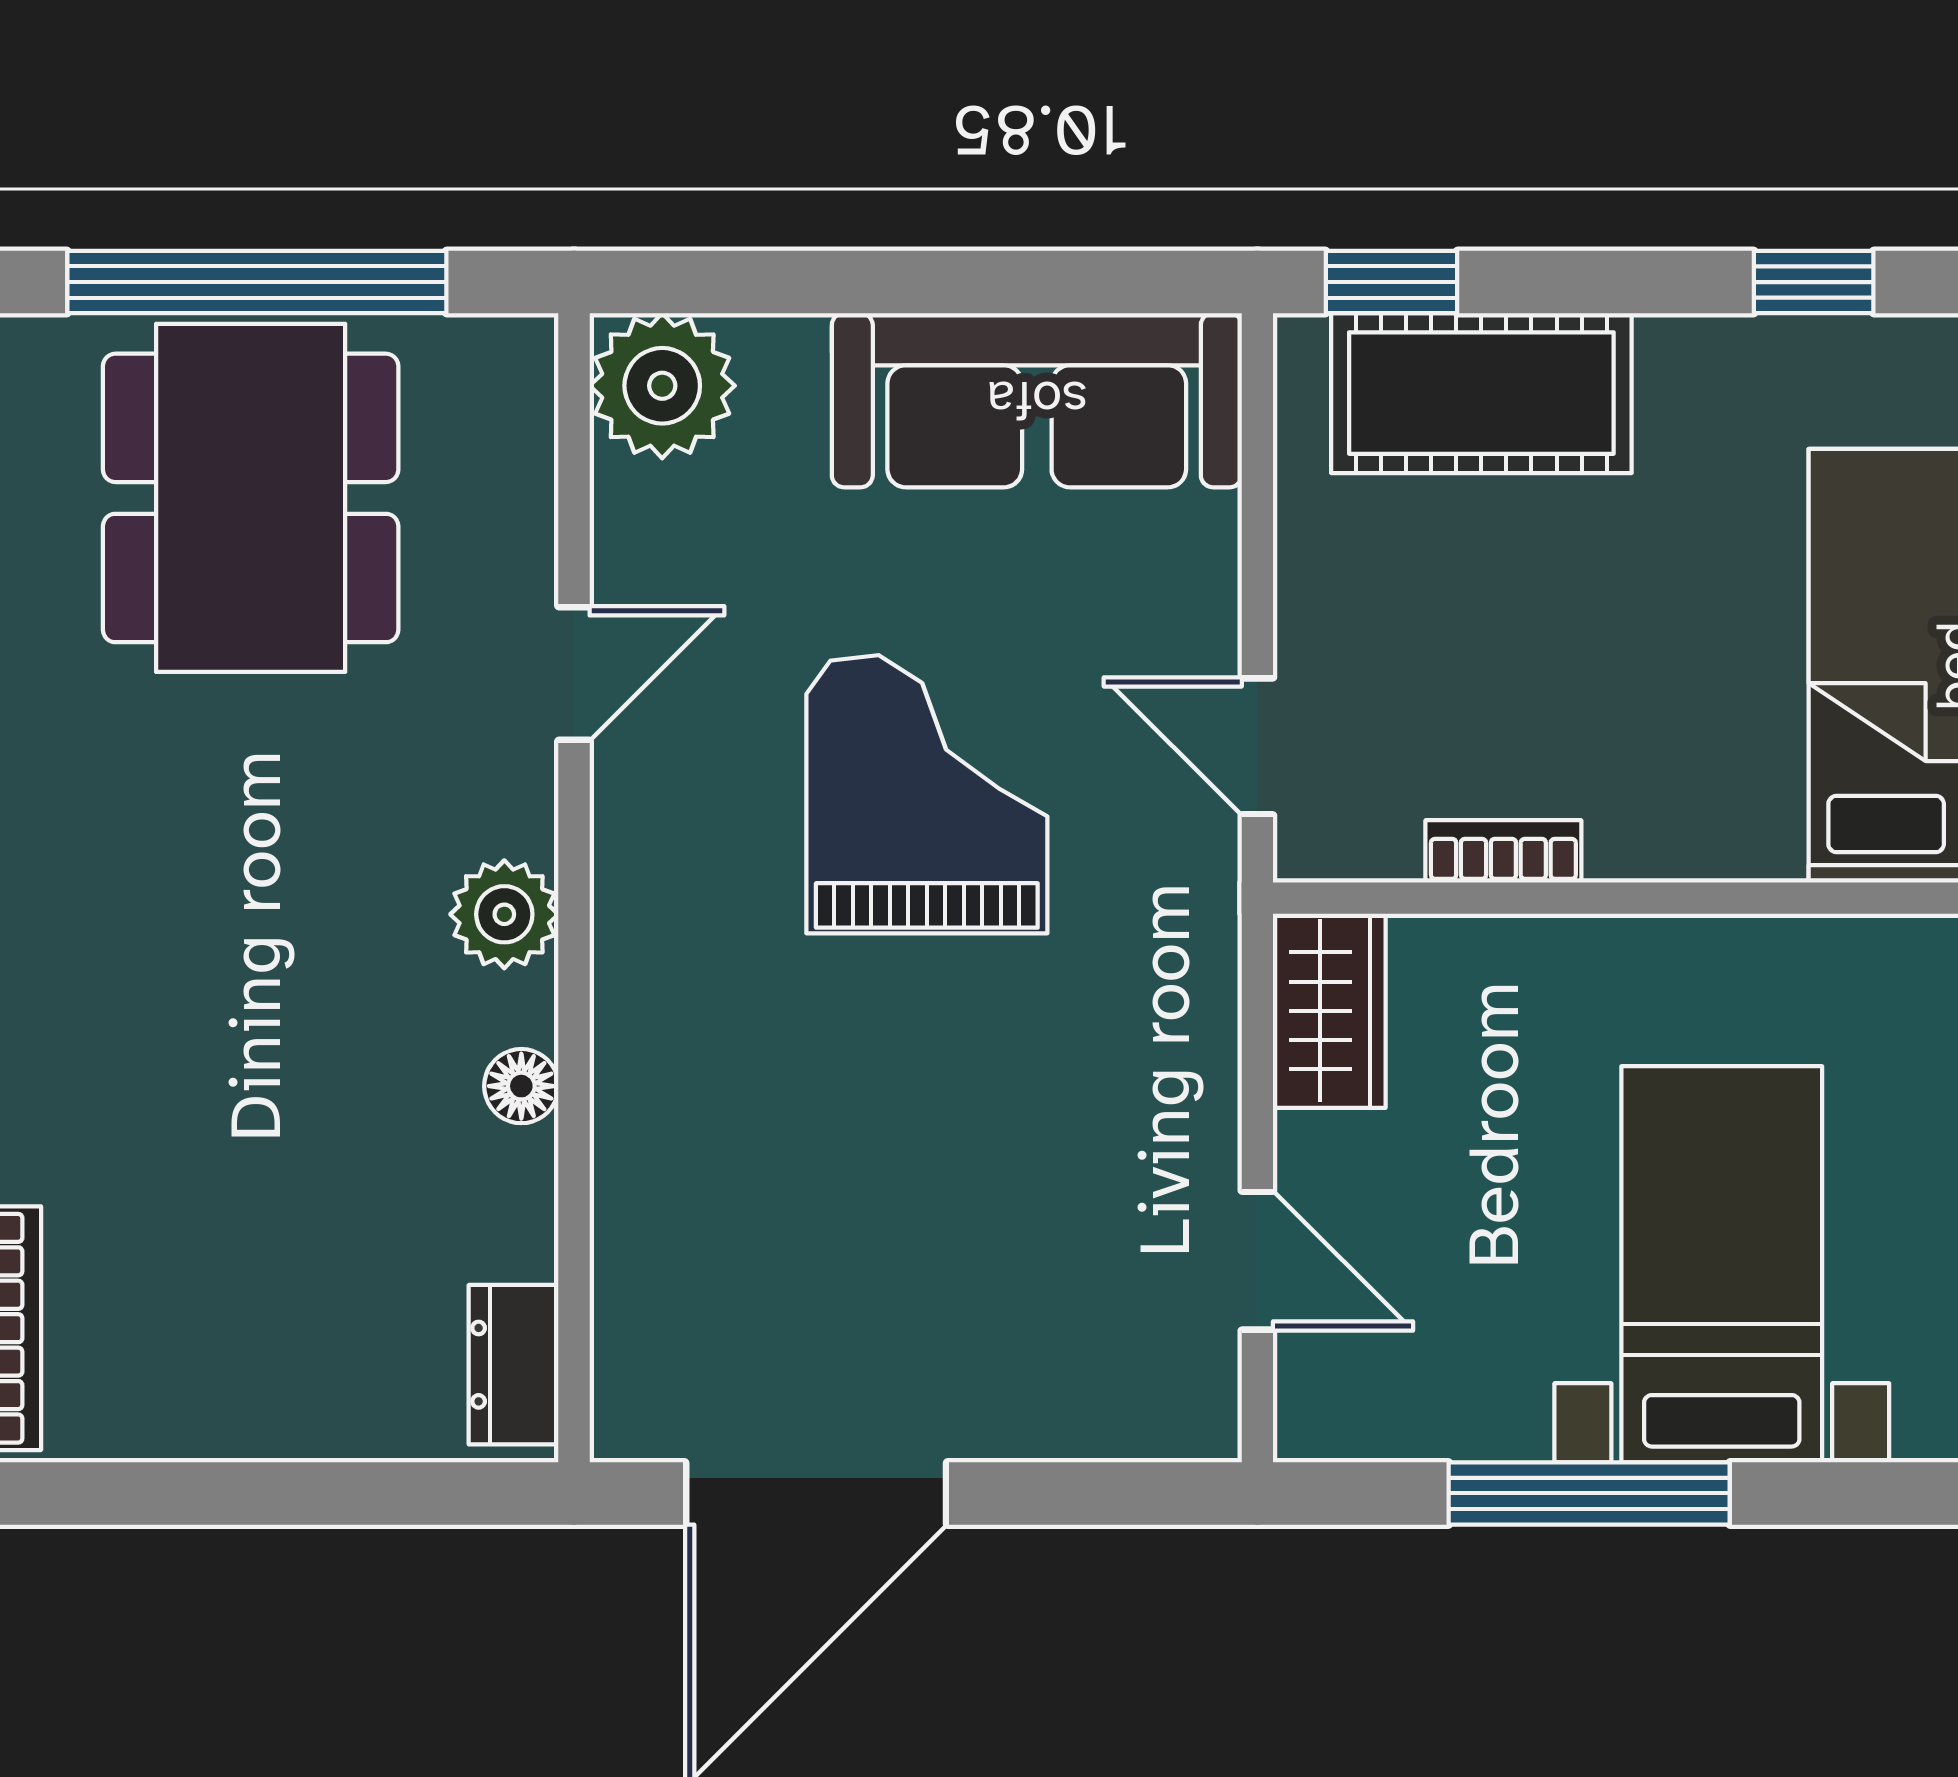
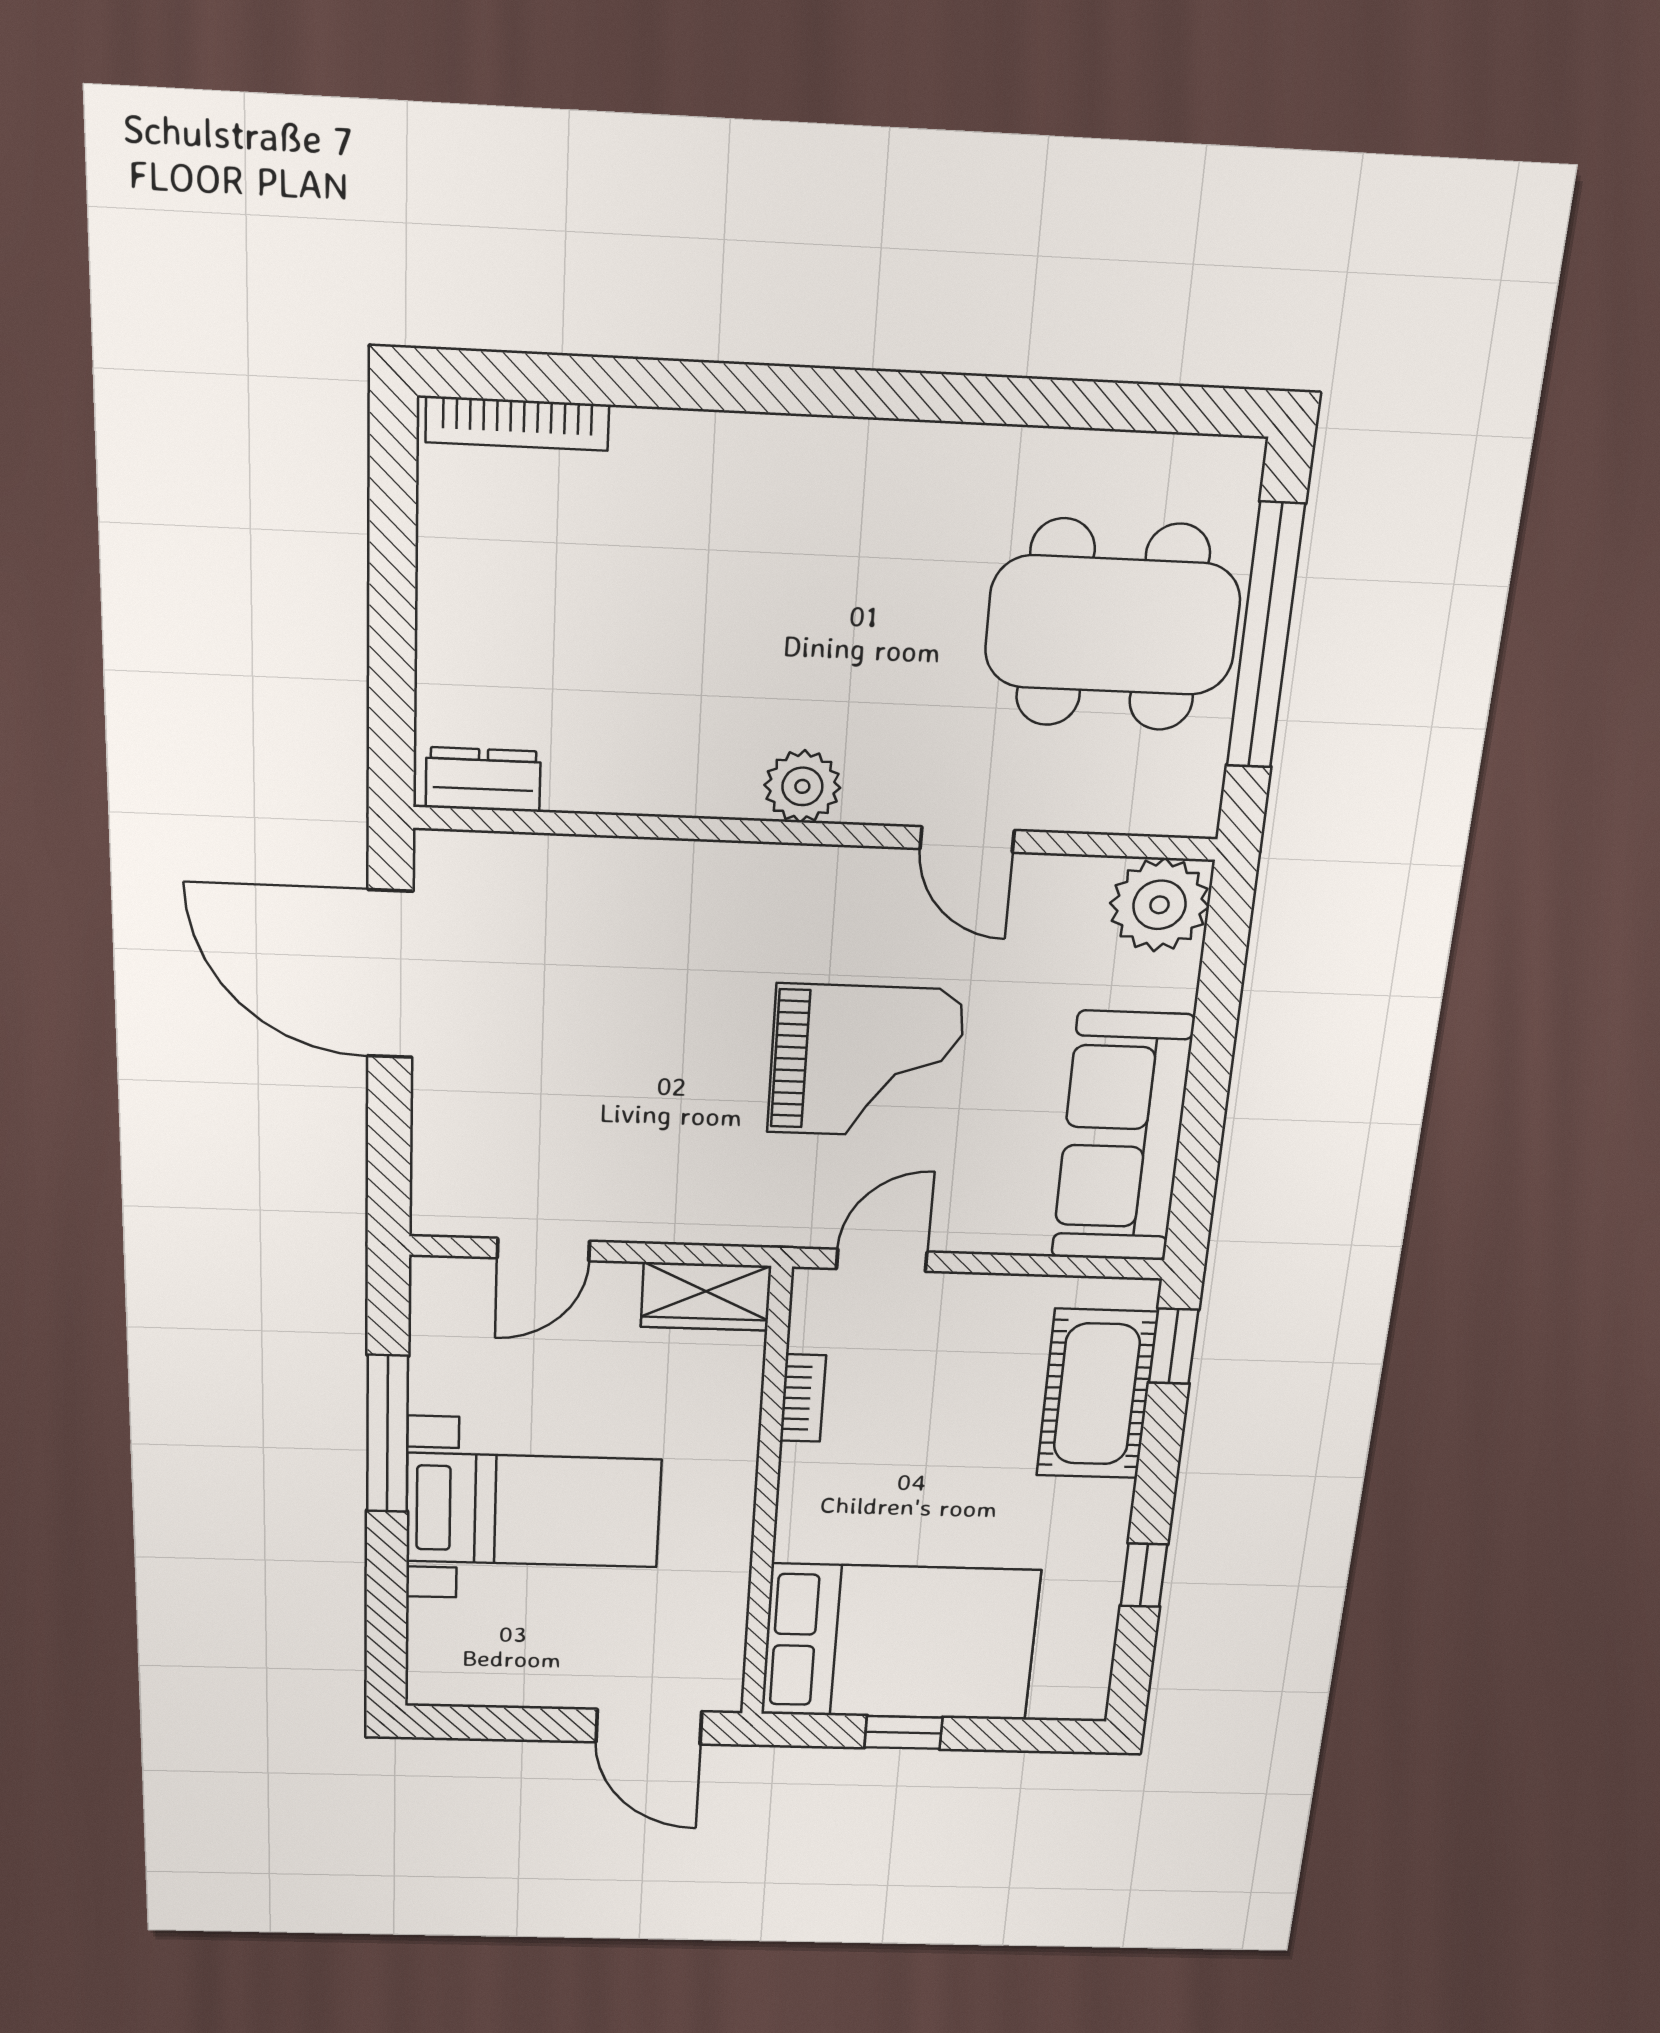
floor lamp: (521, 1086) -> (681, 793), removed

